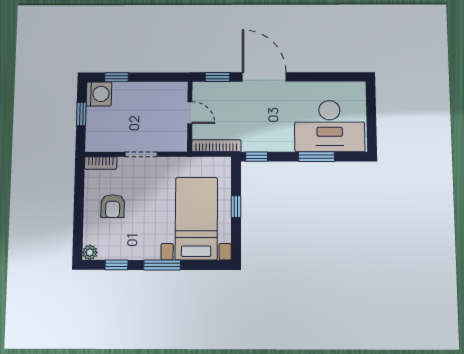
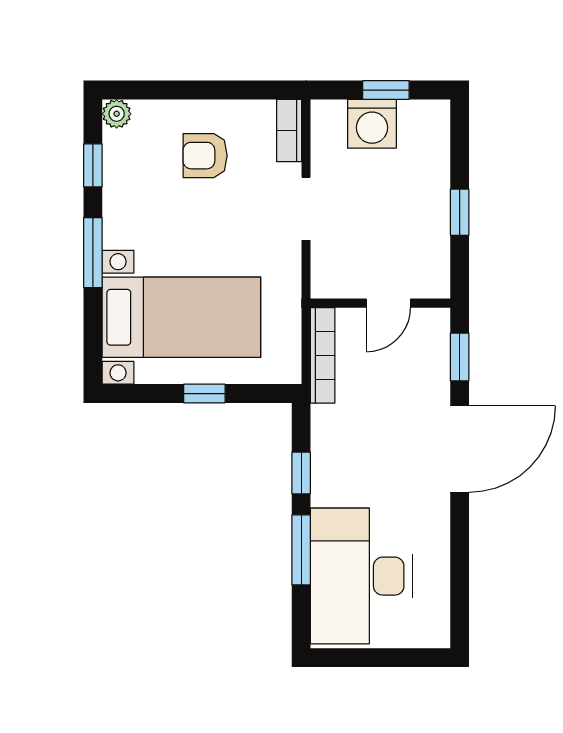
window: (116, 77) -> (460, 212), moved
washing machine: (99, 94) -> (372, 124), moved
window: (257, 157) -> (301, 473), moved

